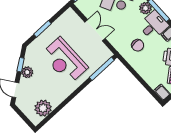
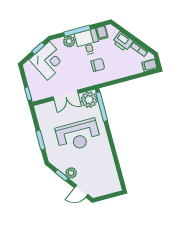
double door: (95, 30) -> (66, 95), swing flipped
plant: (43, 108) -> (89, 100), moved

